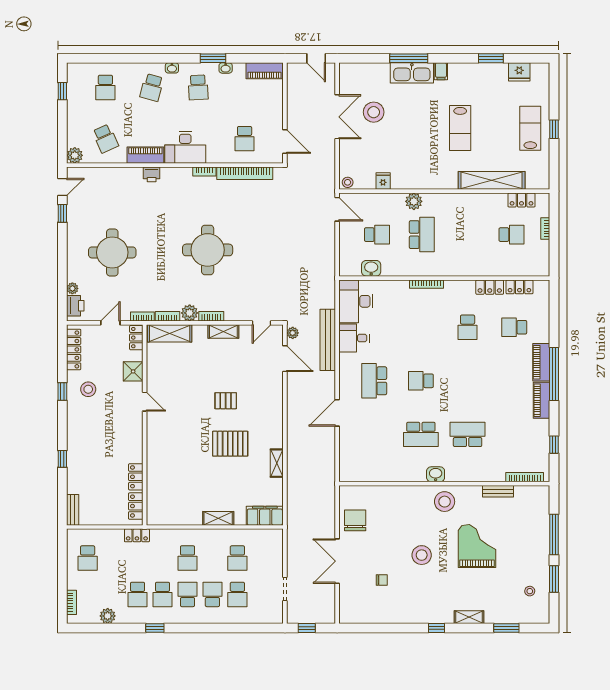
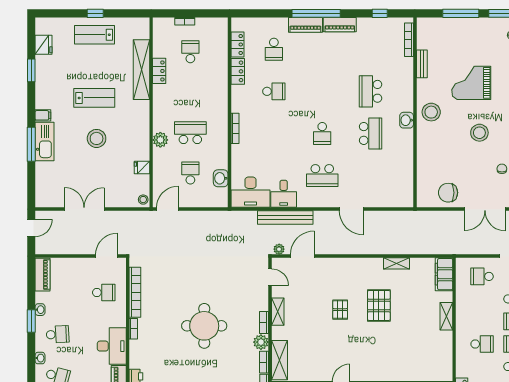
stool: (374, 112) -> (97, 138), moved
locker: (522, 200) -> (159, 71), moved
school desk: (237, 558) -> (482, 276), moved, turned 180

